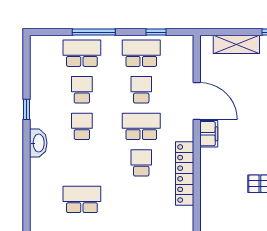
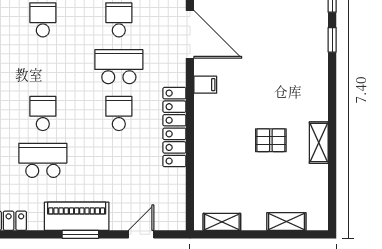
school desk: (82, 126) -> (43, 114), moved
filing cabinet: (209, 134) -> (205, 85), width x0.50

